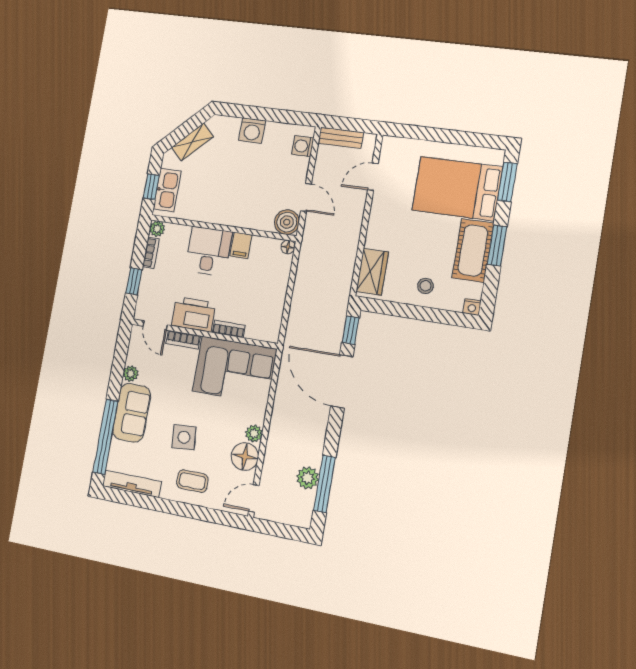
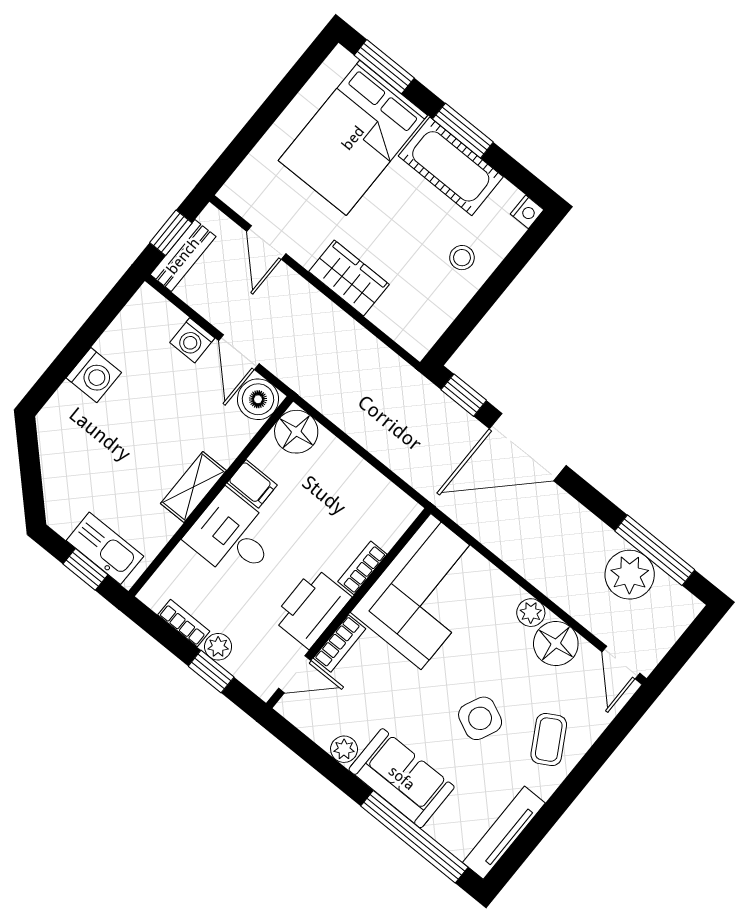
window: (349, 124) -> (171, 233), added
shelving: (192, 142) -> (193, 487), moved, turned 45
washing machine: (303, 146) -> (192, 340), moved
door: (306, 197) -> (239, 352), swing flipped
plant: (157, 229) -> (218, 647), moved
floor lamp: (288, 247) -> (296, 432), width x1.89, depth x1.89
wardrobe: (372, 272) -> (349, 278), moved
side table: (184, 437) -> (480, 718), turned 30
plant: (308, 478) -> (630, 575), width x1.36, depth x1.36
coffee table: (192, 481) -> (549, 740), turned -30

